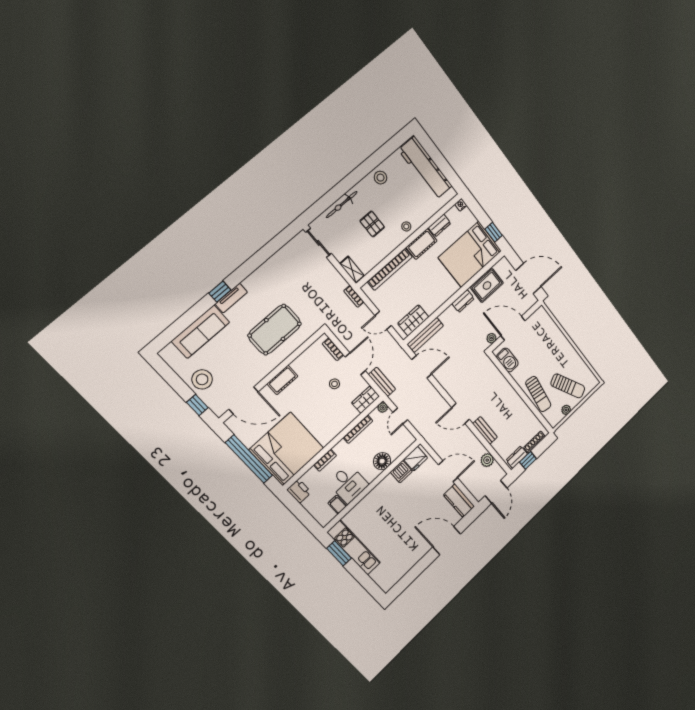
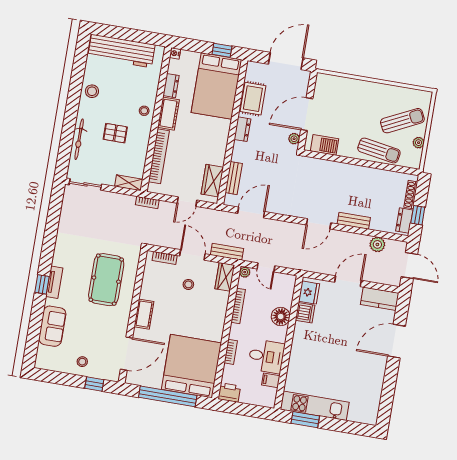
sofa: (201, 332) -> (52, 326), width x0.73
bench: (425, 335) -> (234, 178), width x0.73
stool: (202, 379) -> (82, 362), width x0.53, depth x0.53

